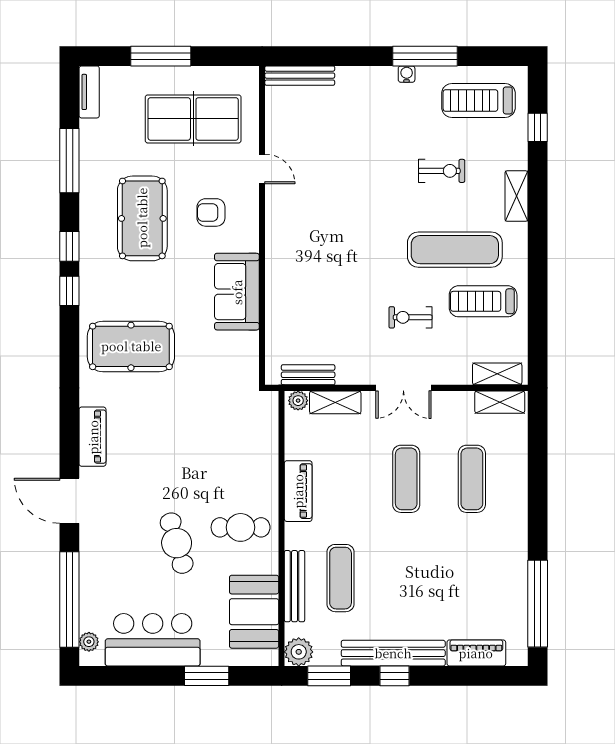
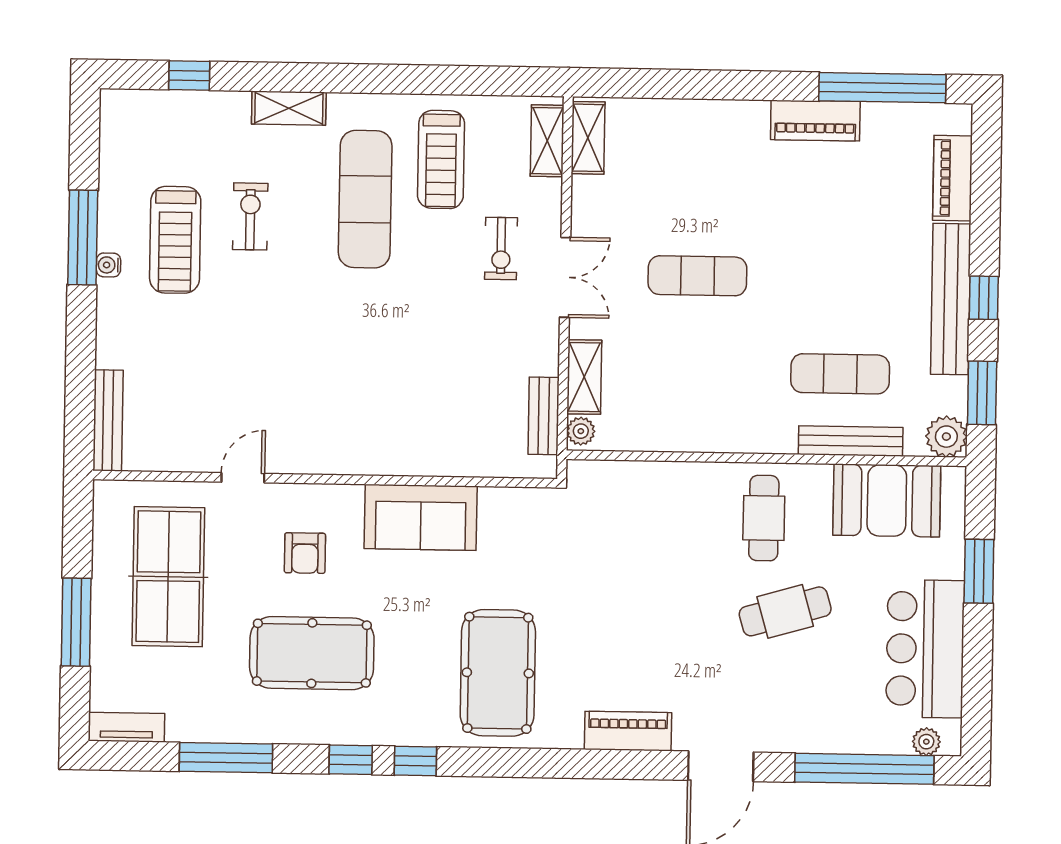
treadmill: (478, 100) -> (175, 240), moved
exercise bike: (411, 317) -> (501, 248), moved
exercise mat: (472, 479) -> (699, 180), removed
piano: (298, 491) -> (815, 121), moved, turned 180

